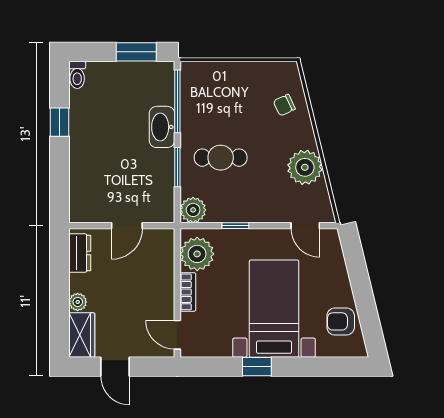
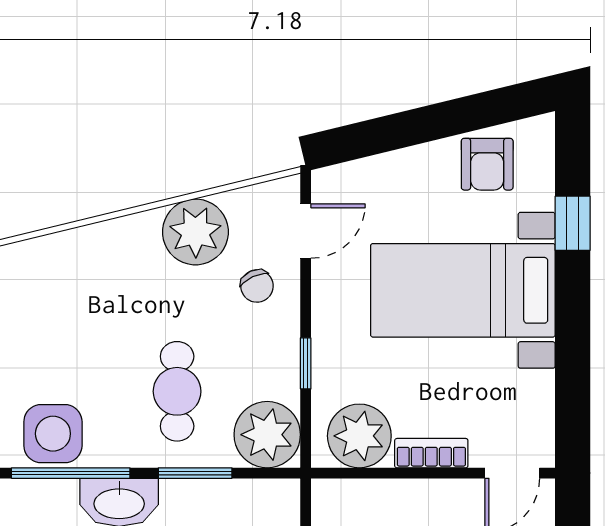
side table: (198, 92) -> (53, 434), added
chair: (284, 105) -> (257, 286), moved
plant: (193, 210) -> (267, 435), width x1.36, depth x1.36
window: (257, 367) -> (573, 223), moved

